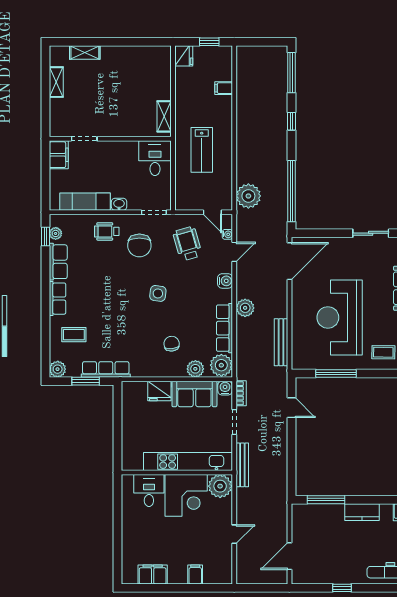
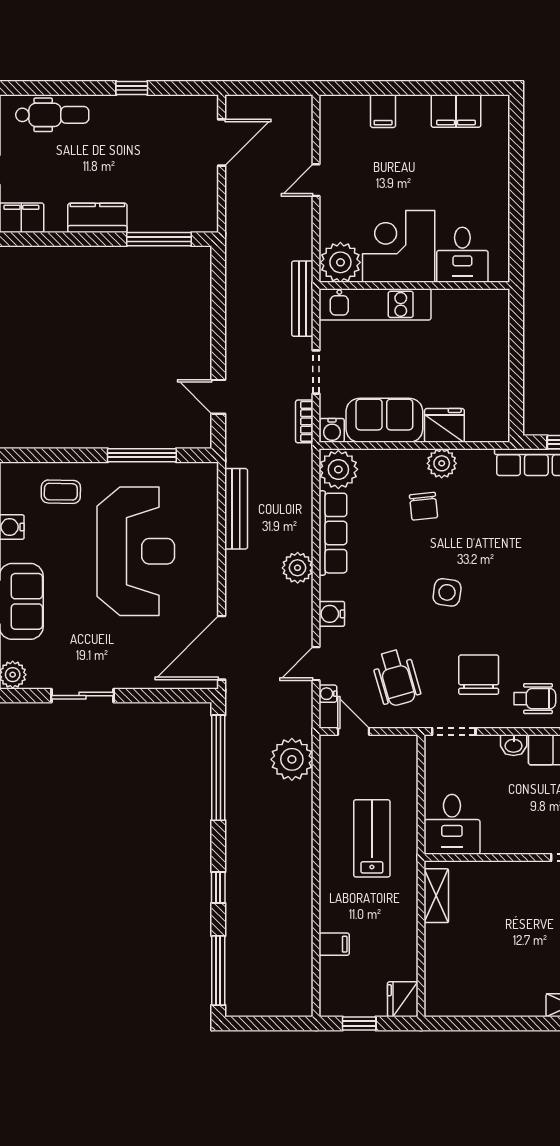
plant: (195, 369) -> (442, 463), moved
kitchen unit: (188, 462) -> (375, 304), width x0.73

